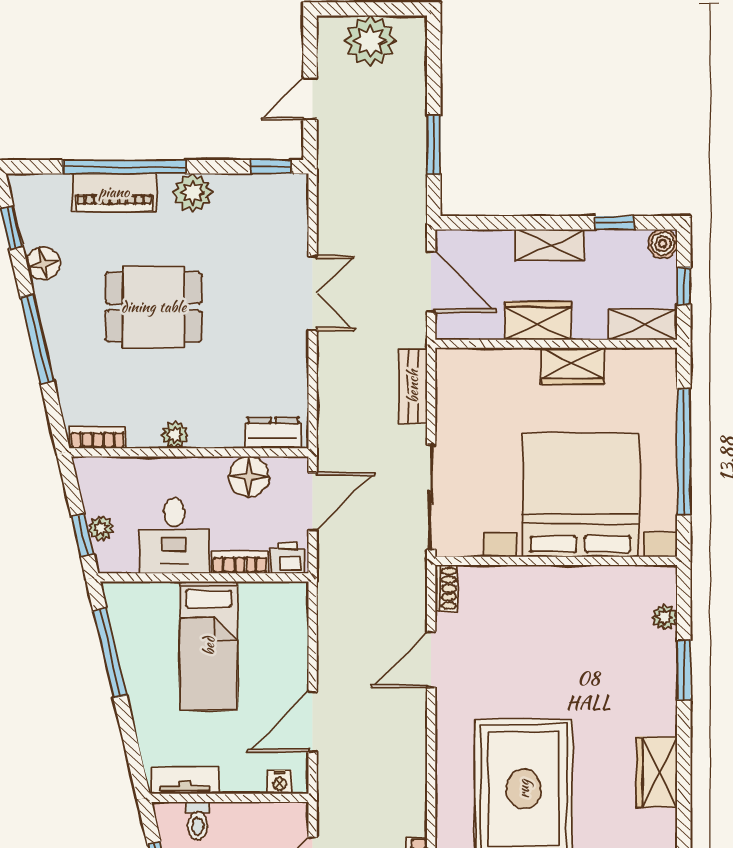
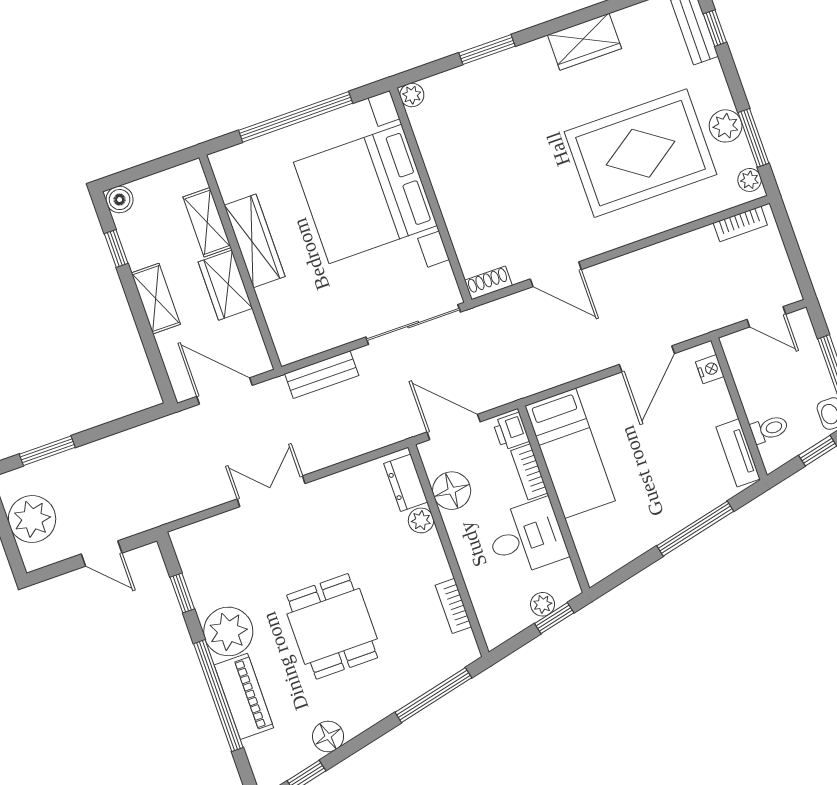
window: (434, 145) -> (47, 451), moved
window: (271, 167) -> (182, 593), moved
plant: (193, 193) -> (228, 631), width x1.36, depth x1.36
door: (431, 282) -> (225, 391), hinge flipped
window: (684, 286) -> (150, 168), removed
shelving: (643, 324) -> (207, 222), moved
window: (37, 339) -> (433, 695), moved
wardrobe: (573, 366) -> (255, 241), width x1.50
plant: (175, 435) -> (421, 520), moved
bookcase: (98, 437) -> (453, 606), moved
plant: (664, 617) -> (412, 95), moved
bed: (209, 646) -> (570, 453), moved, turned 90
window: (110, 653) -> (695, 529), moved
door: (313, 722) -> (647, 359), hinge flipped

